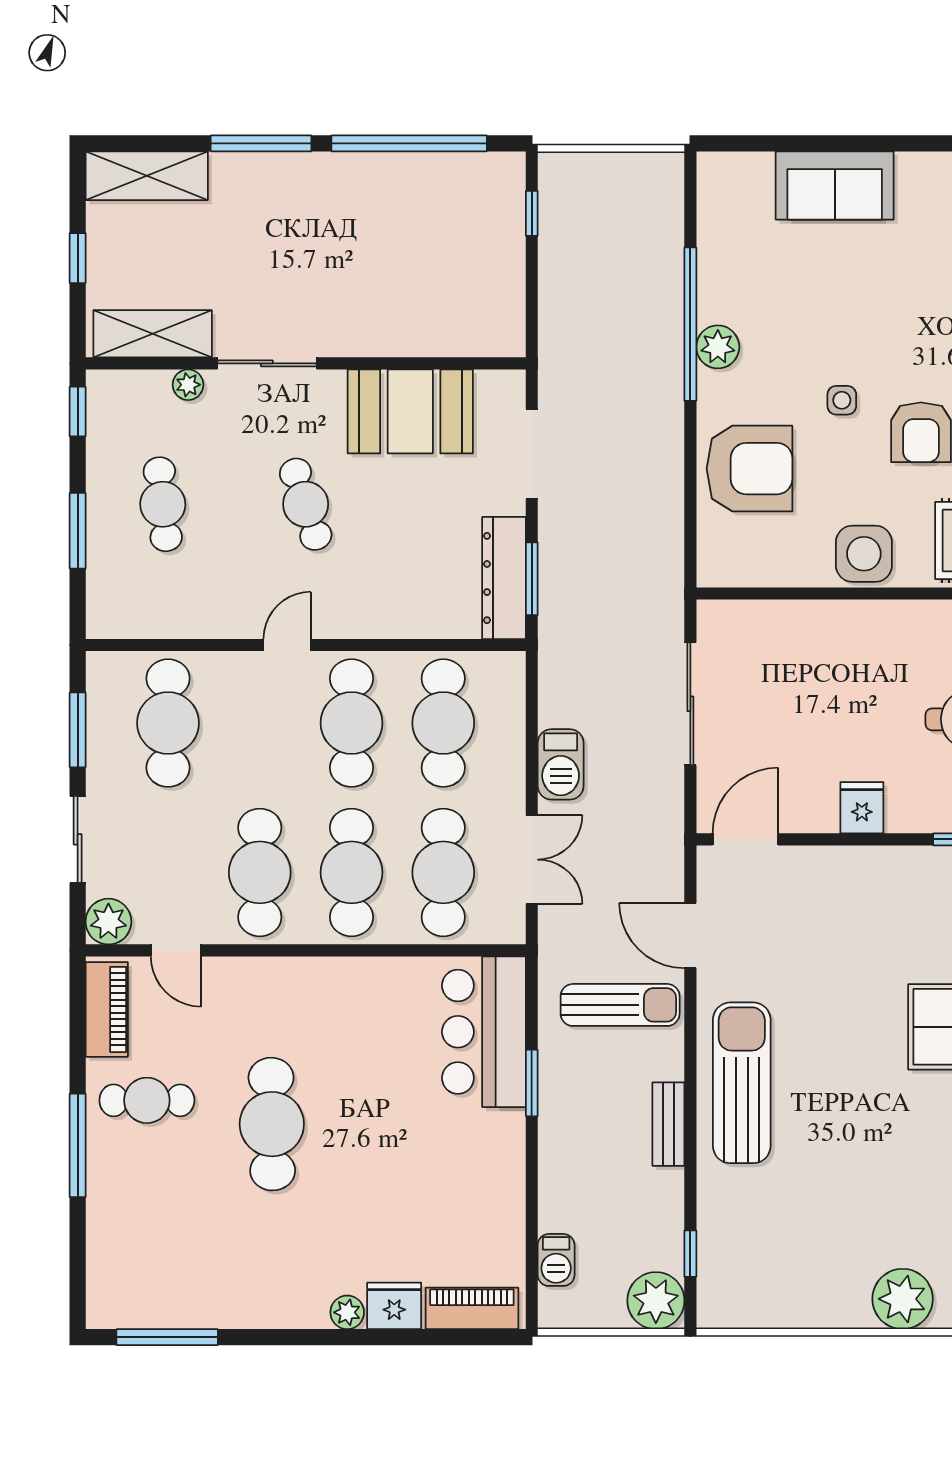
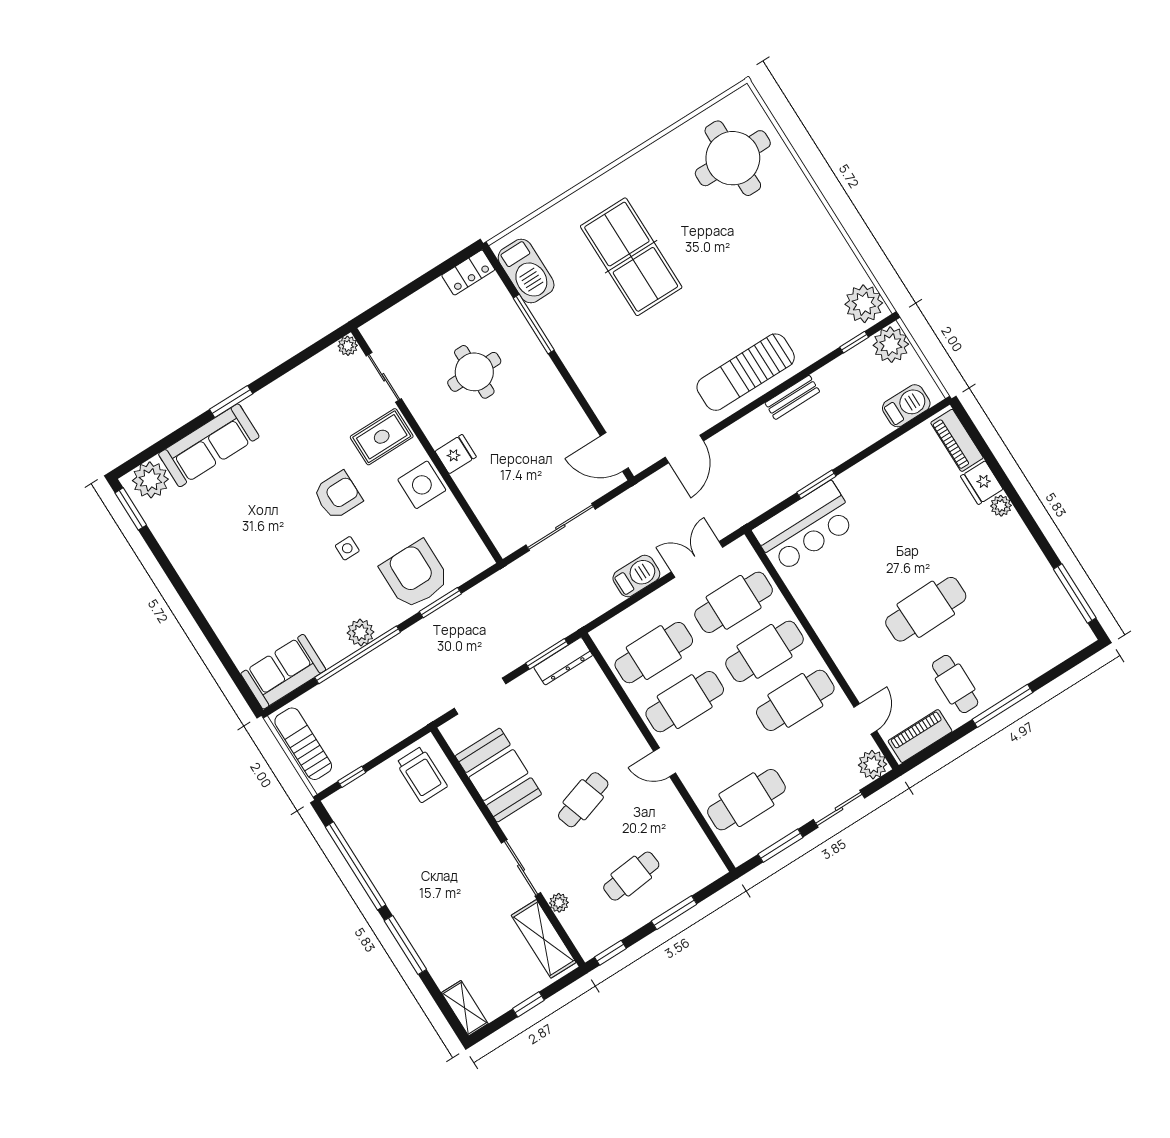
shelving: (147, 176) -> (465, 1008), width x0.67, depth x0.75
sofa: (835, 185) -> (283, 672), moved, turned -90
trolley: (476, 309) -> (422, 774), added
window: (690, 479) -> (440, 603), added
dresser: (504, 578) -> (563, 661), width x0.73, depth x0.80
fridge: (862, 808) -> (456, 454), moved, turned 180
sun lounger: (620, 1005) -> (303, 744), moved
barbecue: (556, 1260) -> (906, 406), width x1.38, depth x1.27
plant: (903, 1299) -> (864, 304), moved

